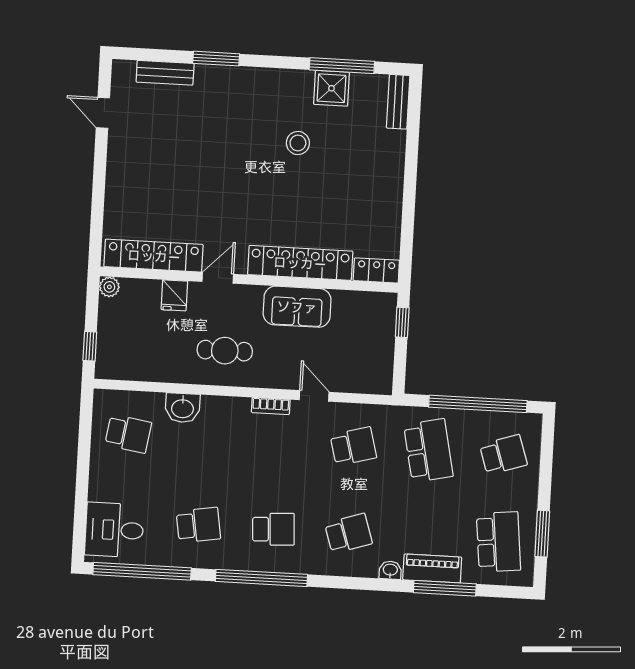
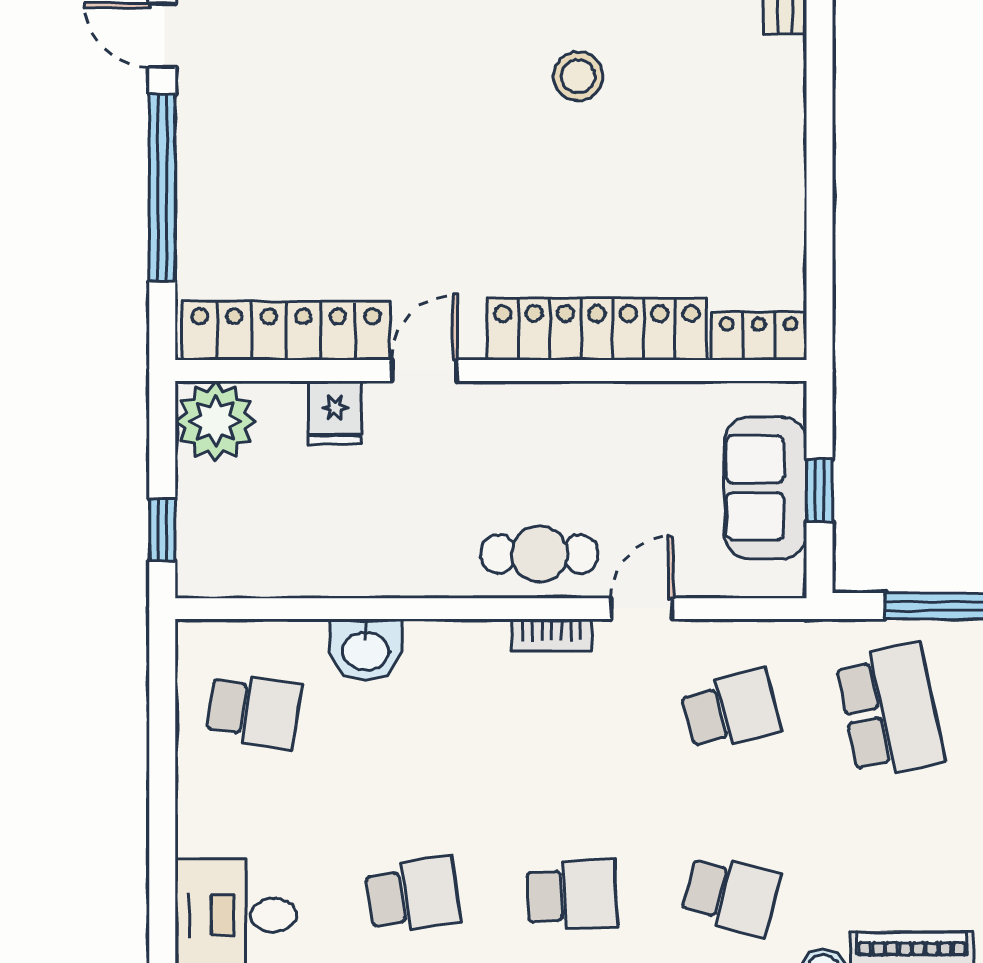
window: (99, 185) -> (162, 188), added
plant: (109, 287) -> (215, 421), width x1.87, depth x1.87
sofa: (297, 307) -> (766, 488), moved, turned 90
window: (402, 322) -> (819, 491), moved
cafe table: (225, 351) -> (539, 554), moved
door: (314, 396) -> (642, 609), hinge flipped
school desk: (348, 533) -> (731, 895), turned 33

